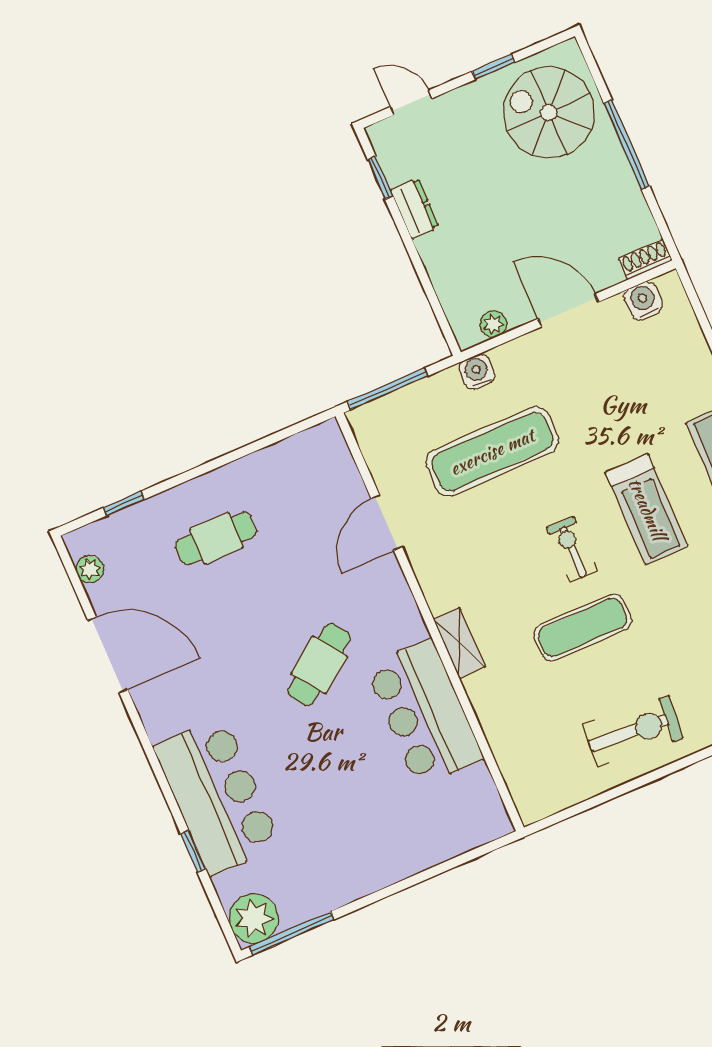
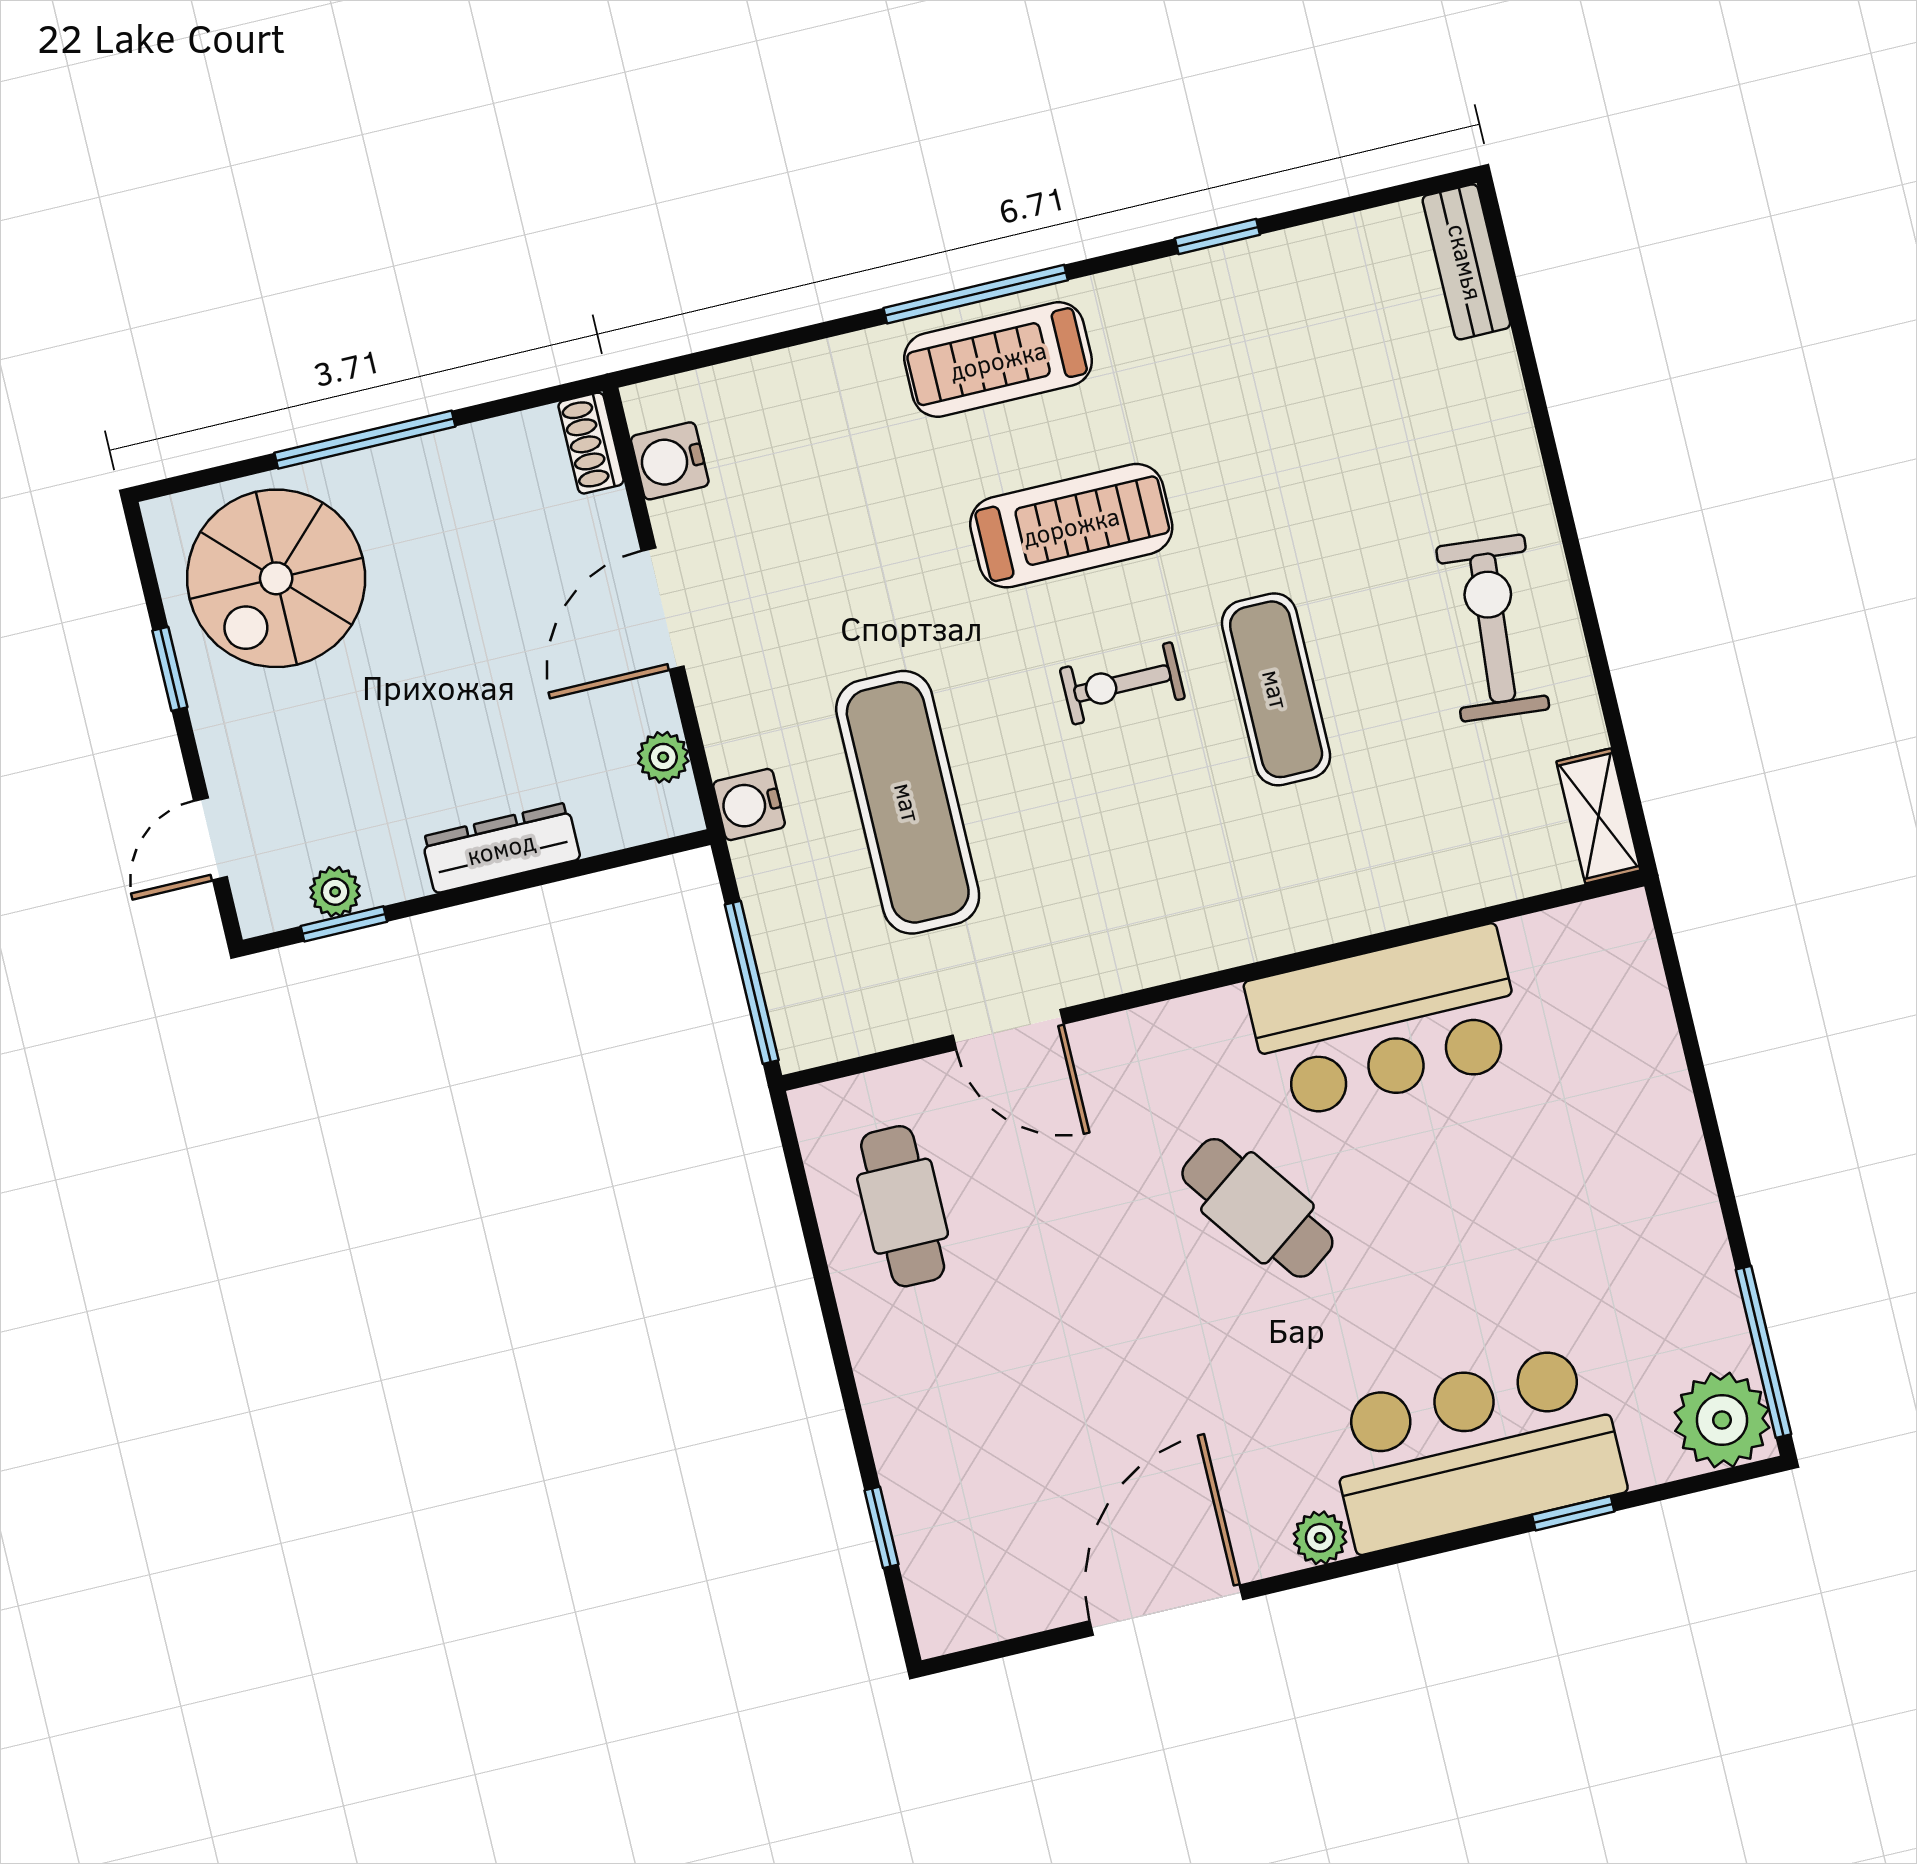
plant: (396, 170) -> (335, 892), added
dresser: (415, 209) -> (501, 848), moved, width x1.44
cafe table: (216, 538) -> (903, 1206), moved
plant: (90, 569) -> (1320, 1538), moved
shelving: (459, 643) -> (1598, 816), moved, turned 90

